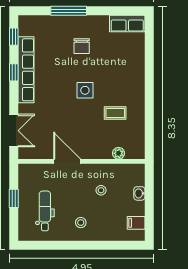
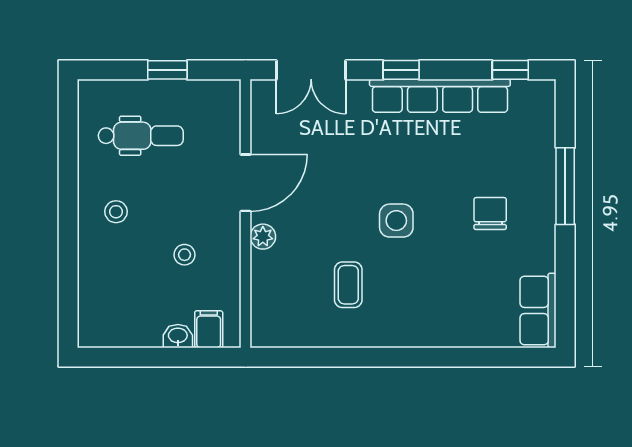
chair: (82, 46) -> (490, 213), turned 90
window: (14, 72) -> (401, 70), moved
plant: (119, 153) -> (263, 237), moved
filing cabinet: (136, 223) -> (209, 329), moved

